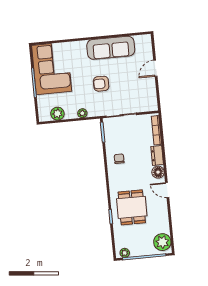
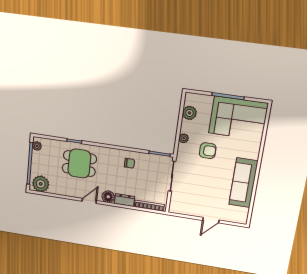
door: (155, 68) -> (211, 220), swing flipped
armchair: (101, 84) -> (208, 151), moved, turned 90

